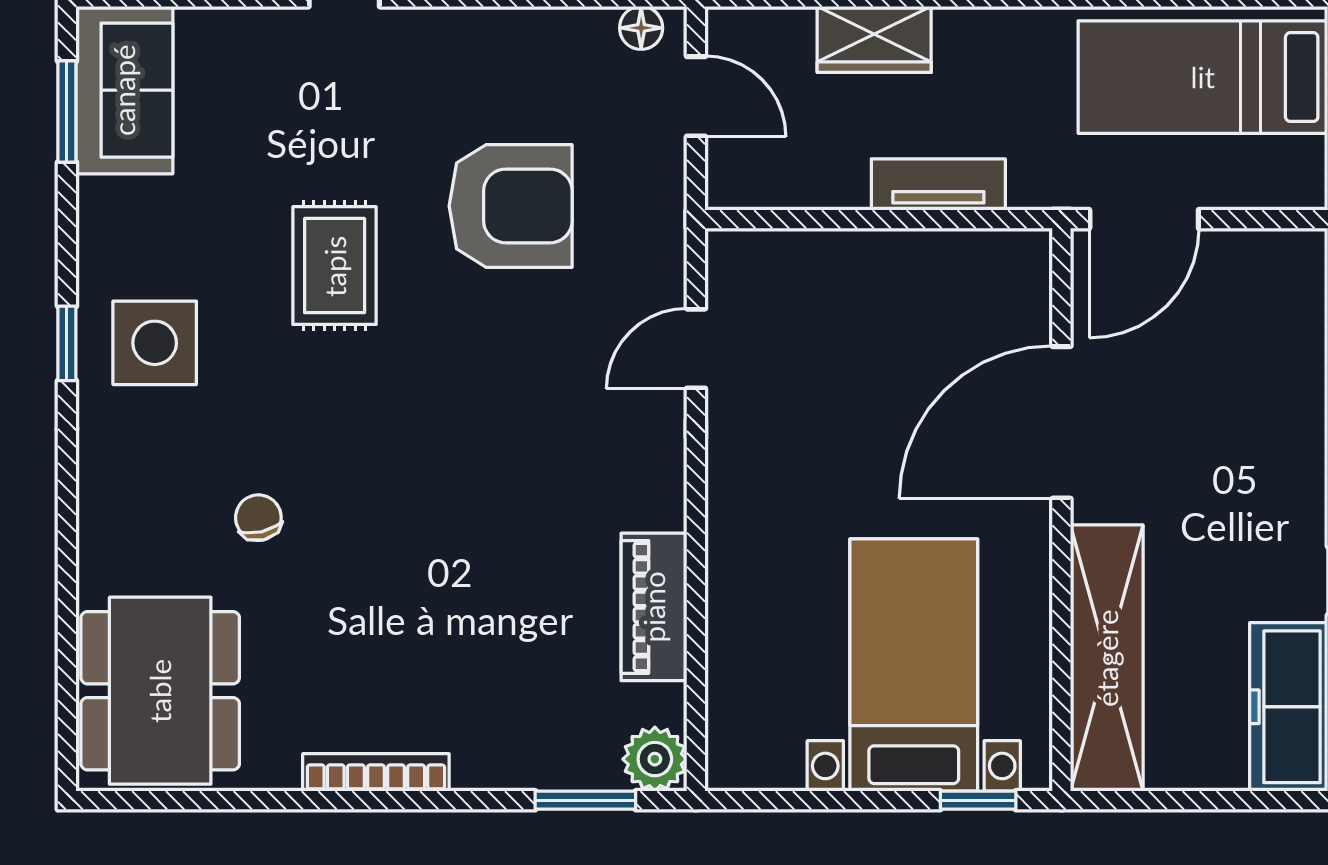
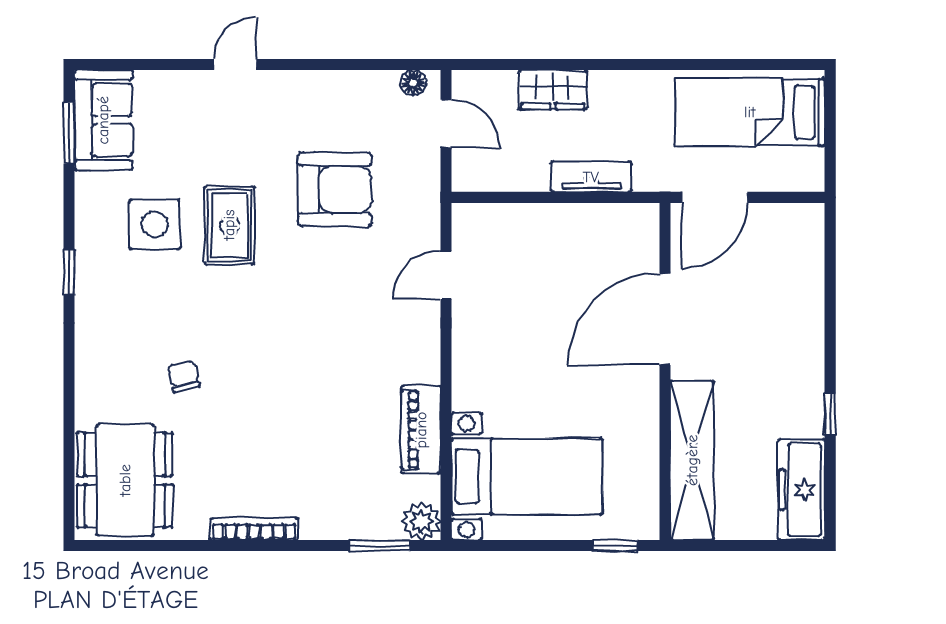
side table: (155, 343) -> (155, 224), moved
bed with nightstands: (914, 665) -> (527, 476), moved, turned 90

